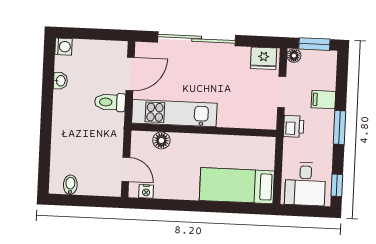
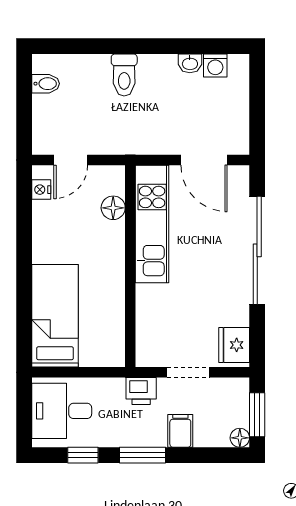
washing machine: (64, 47) -> (215, 65), moved
floor lamp: (294, 56) -> (240, 438), moved
toilet: (110, 102) -> (124, 75), moved, turned 180
window: (337, 185) -> (83, 455), moved

